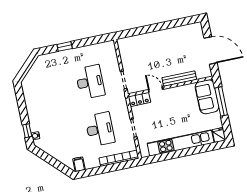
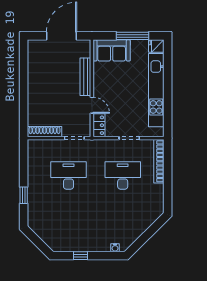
shoe rack: (124, 53) -> (45, 132), added
door: (156, 90) -> (92, 105), swing flipped
window: (221, 101) -> (133, 36), moved
window: (27, 131) -> (80, 256), moved
filing cabinet: (79, 164) -> (156, 206), removed

